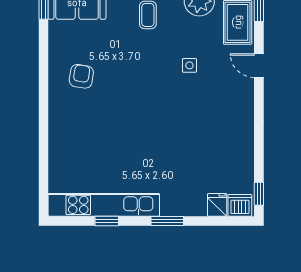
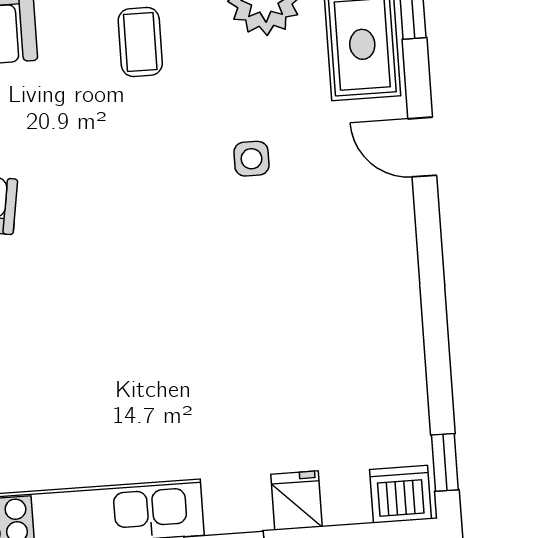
fridge: (217, 205) -> (297, 500), moved

